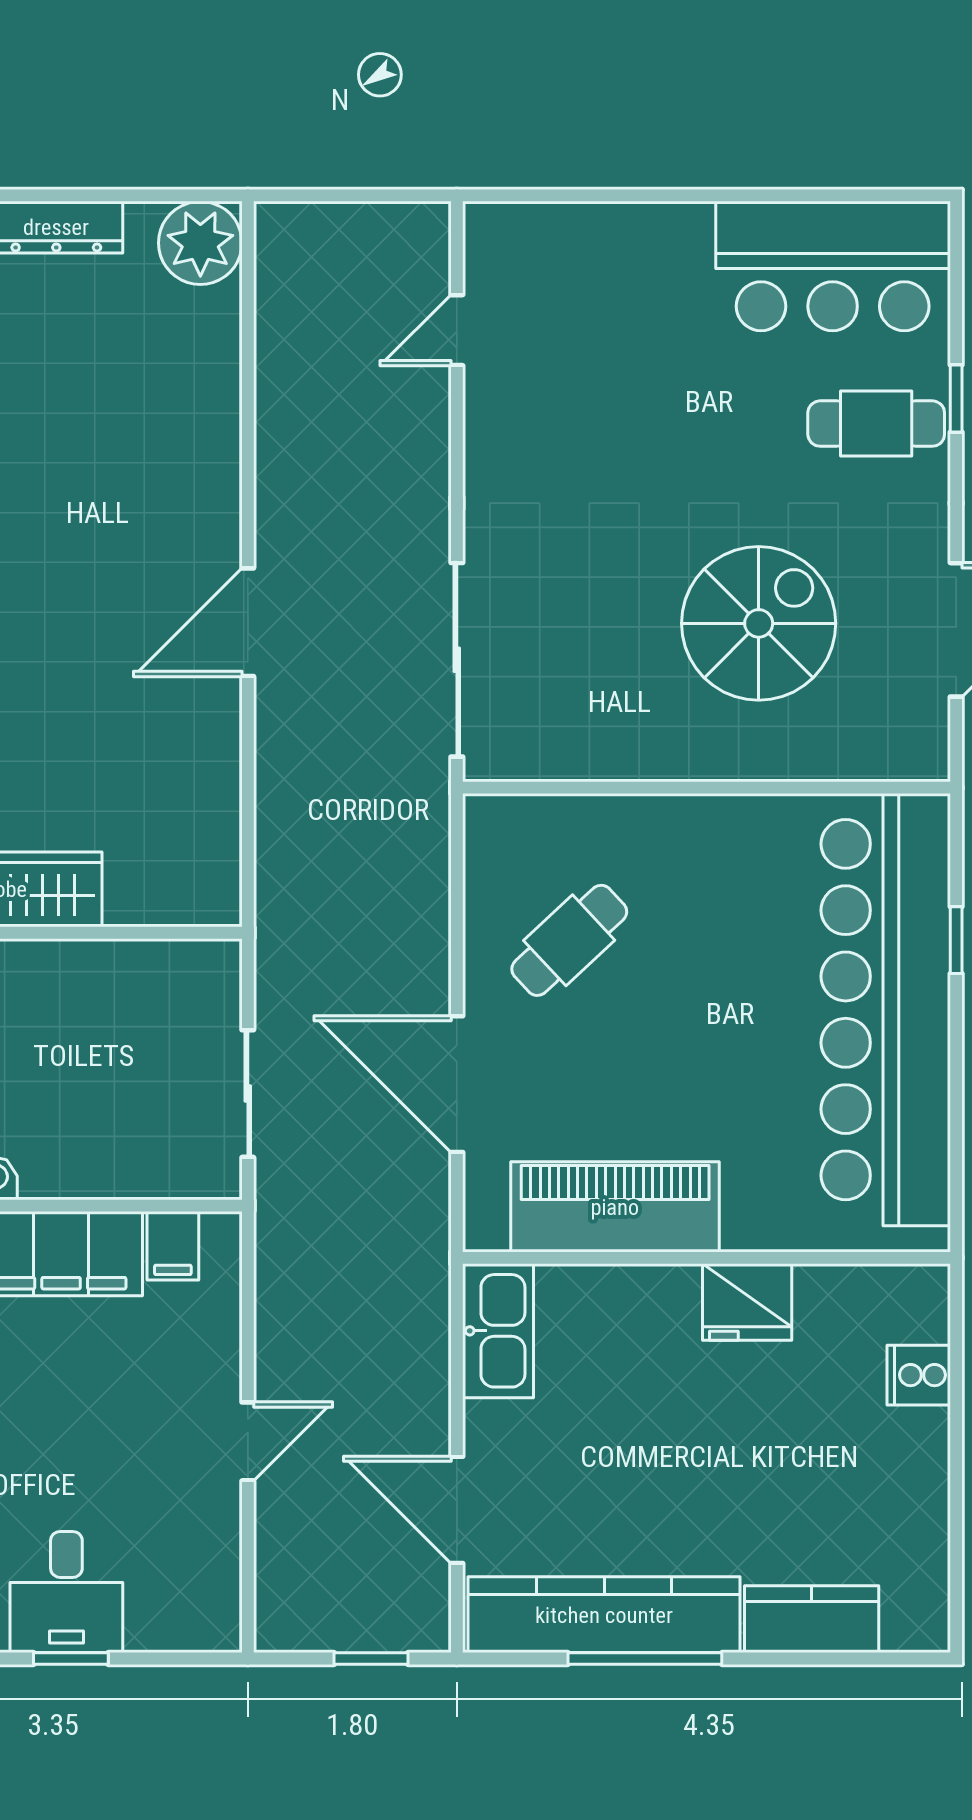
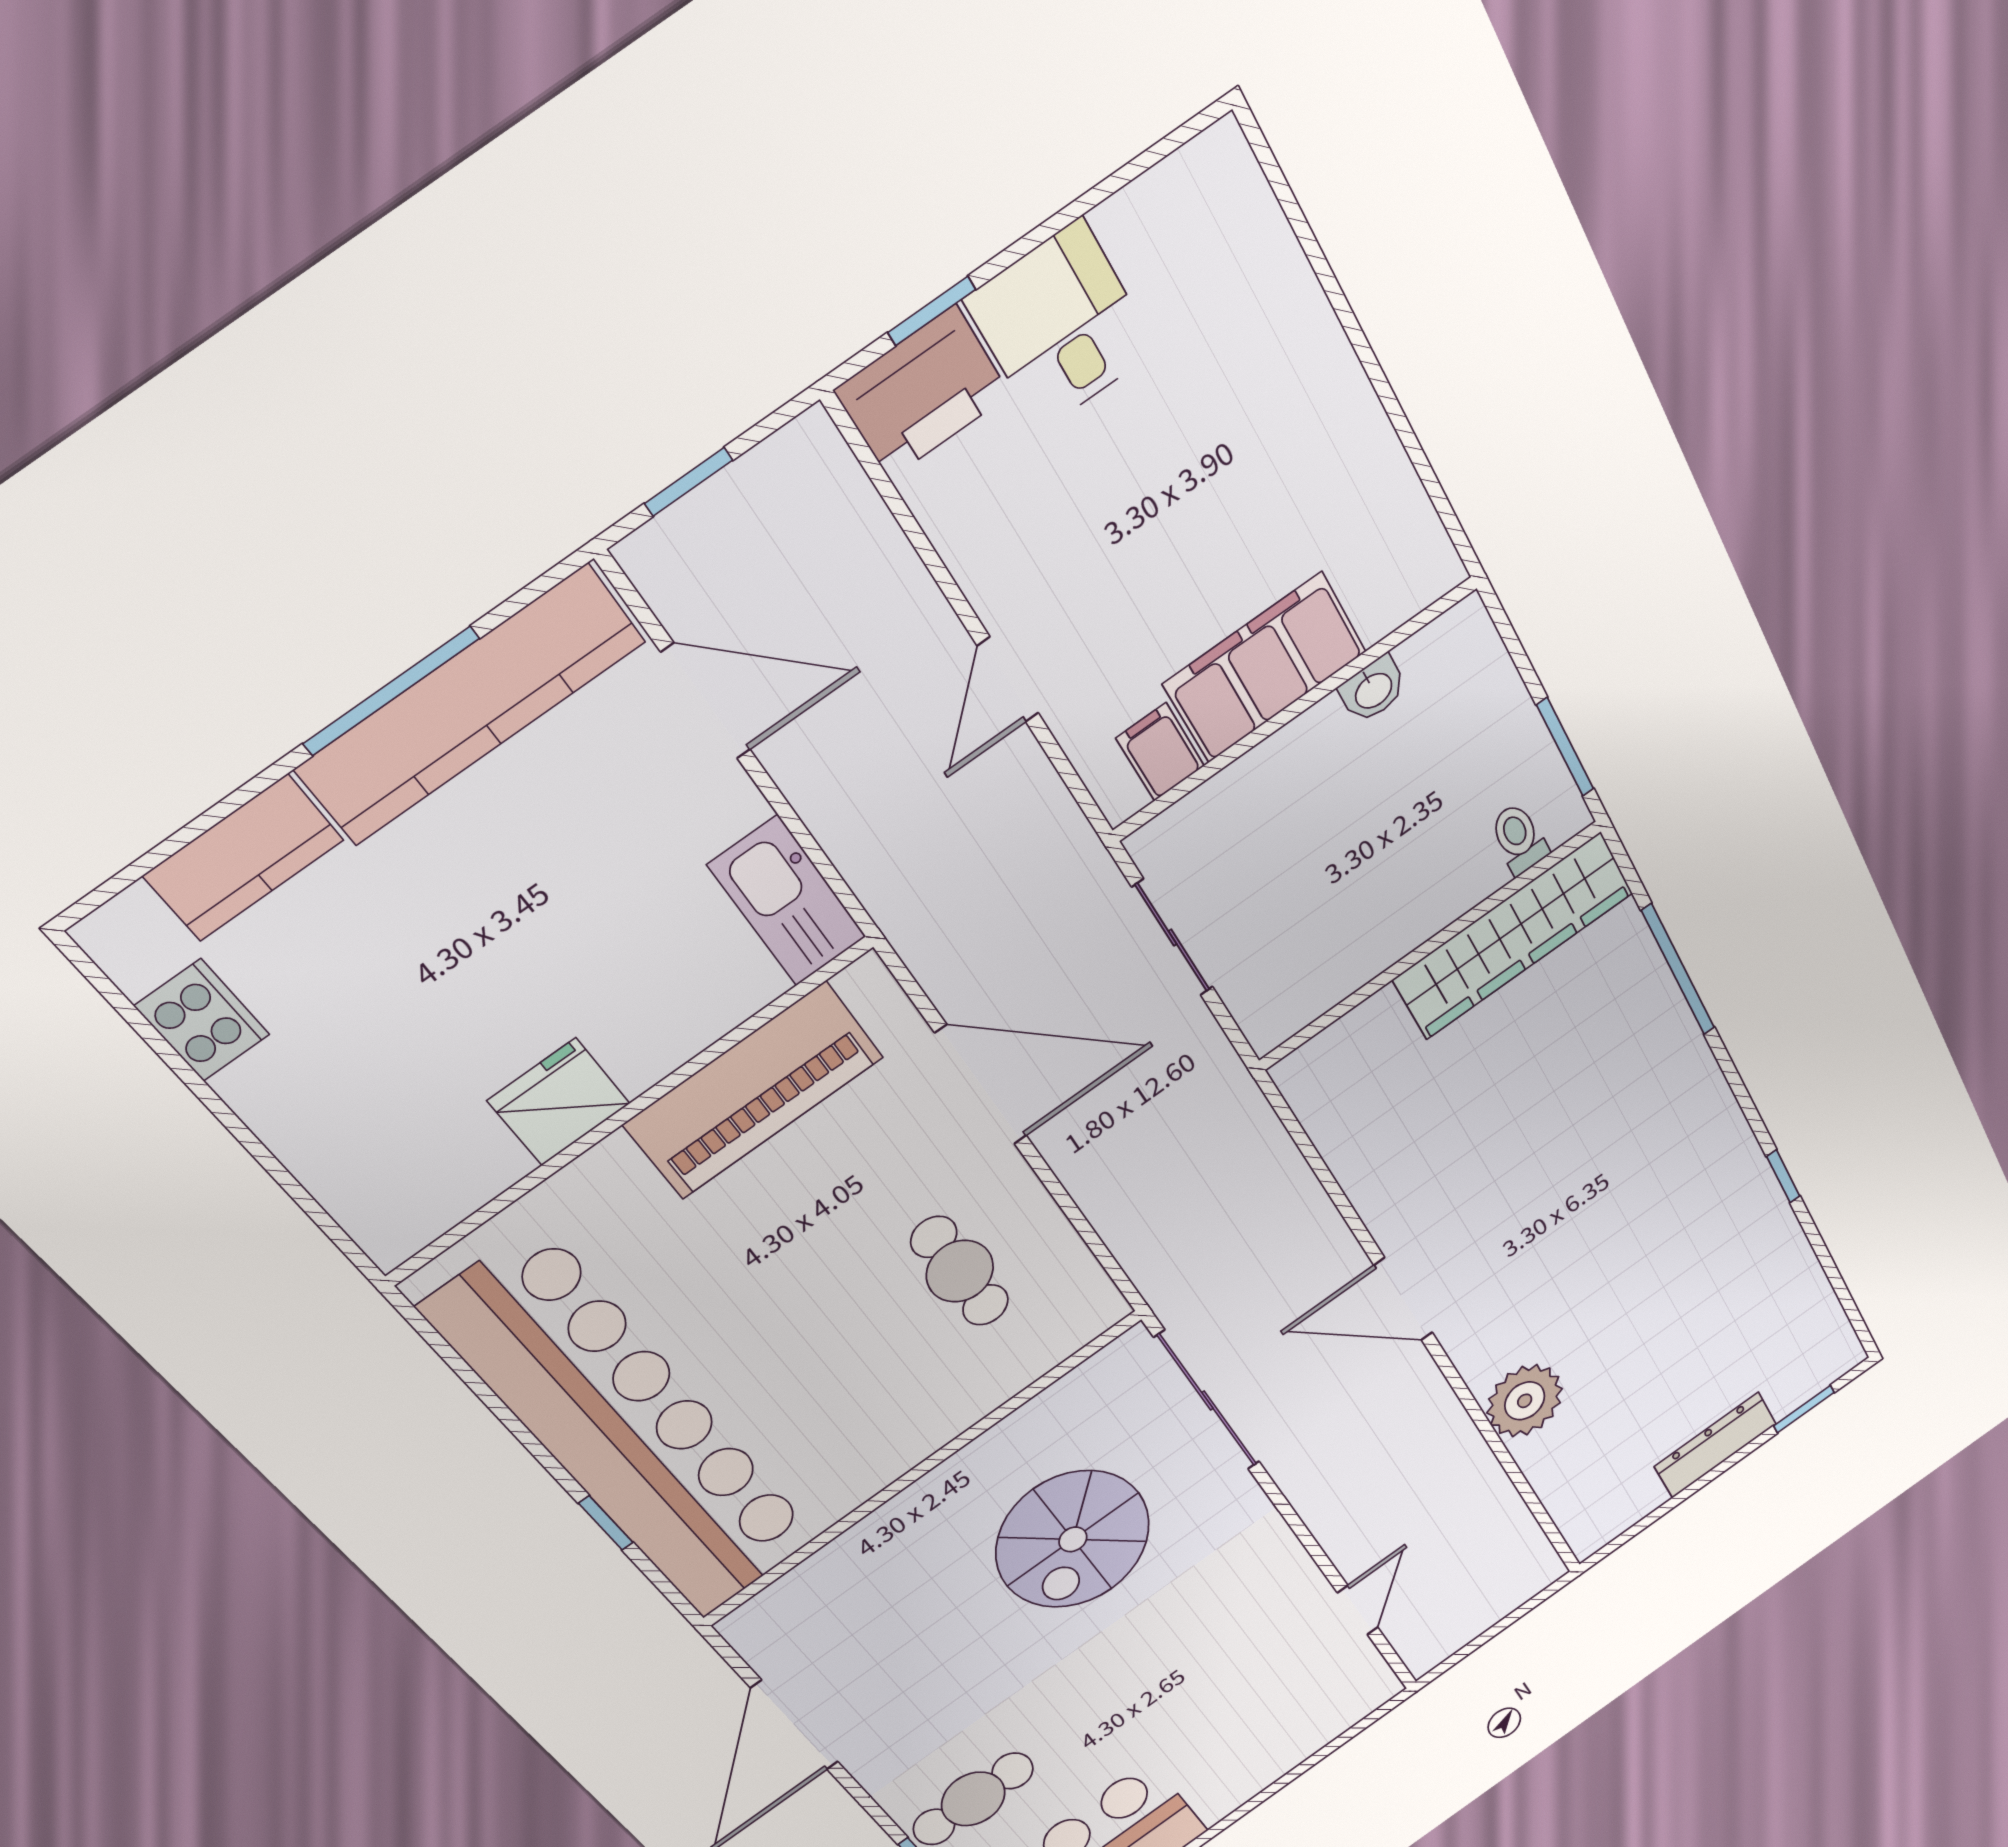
plant: (200, 243) -> (1525, 1401), moved
door: (248, 622) -> (1403, 1299), swing flipped
spiral stairs: (759, 623) -> (1073, 1539), moved
cafe table: (569, 940) -> (960, 1271), turned -47
cooker: (919, 1375) -> (202, 1020), moved, width x1.36
door: (248, 1441) -> (1008, 680), moved
printer: (185, 1612) -> (922, 392), added
window: (71, 1659) -> (932, 311), moved

